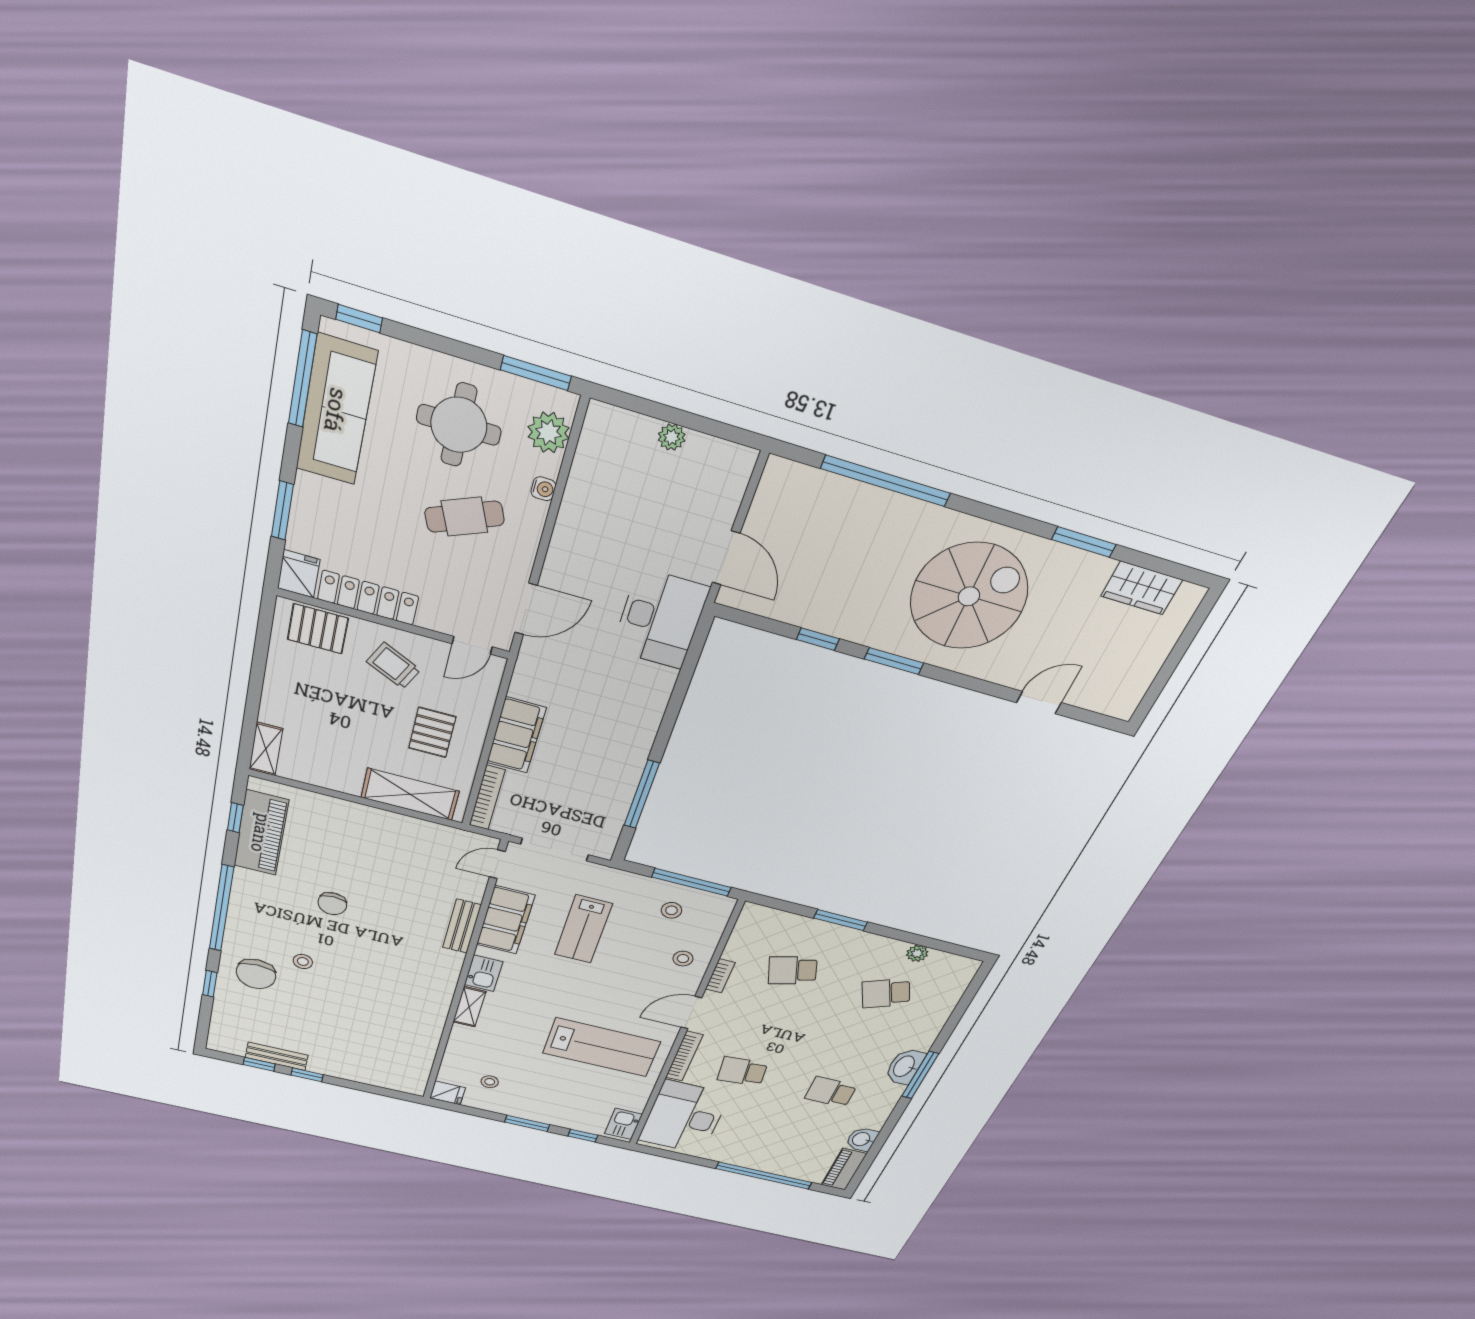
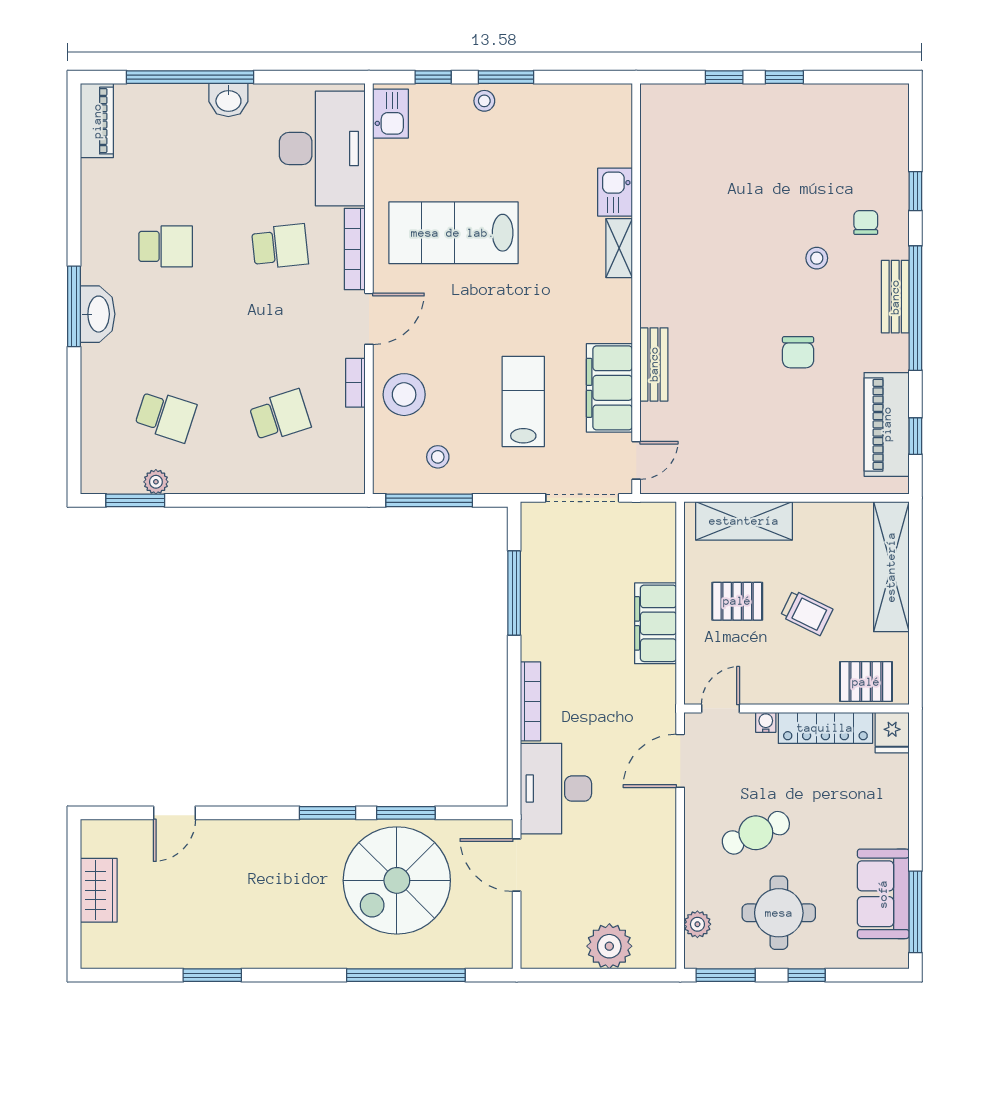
window: (359, 319) -> (807, 975), moved
sofa: (336, 411) -> (883, 894), width x0.73
plant: (549, 432) -> (697, 924), width x0.73, depth x0.73
plant: (672, 437) -> (609, 946), width x1.88, depth x1.88
water cooler: (543, 489) -> (766, 722), moved, turned 90
window: (282, 511) -> (915, 790), removed
wardrobe: (1142, 588) -> (99, 890), moved, turned 90
spiral stairs: (969, 596) -> (397, 880), moved
window: (818, 639) -> (406, 813), width x1.50
trolley: (394, 666) -> (807, 613), moved
pallet: (432, 732) -> (737, 601), turned 90
shelving: (266, 749) -> (891, 567), width x2.20, depth x1.33
bookcase: (487, 798) -> (531, 701), moved, turned 180
chair: (332, 904) -> (798, 352), turned 180
window: (841, 920) -> (135, 500), moved
stool: (683, 959) -> (404, 395), width x1.89, depth x1.89
kitchen sink: (483, 973) -> (615, 192), moved
chair: (256, 974) -> (866, 223), width x0.54, depth x0.54
school desk: (886, 993) -> (166, 416), turned 42
bench: (277, 1056) -> (895, 297), moved, turned 90
window: (259, 1064) -> (724, 77), moved
stool: (490, 1082) -> (484, 101), moved
fridge: (447, 1093) -> (613, 100), removed
washbasin: (862, 1139) -> (228, 100), moved, turned 90

